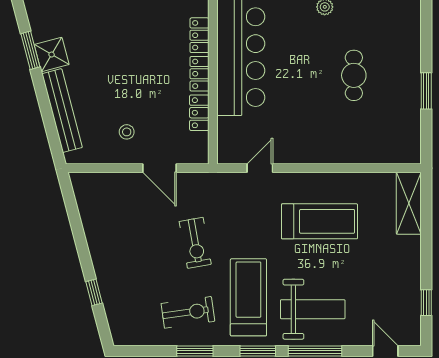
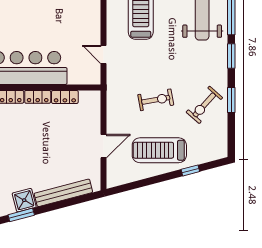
stool: (127, 132) -> (78, 148), removed
door: (160, 168) -> (104, 146), moved
treadmill: (248, 297) -> (159, 150), moved
exercise bike: (188, 312) -> (204, 105), turned -130

